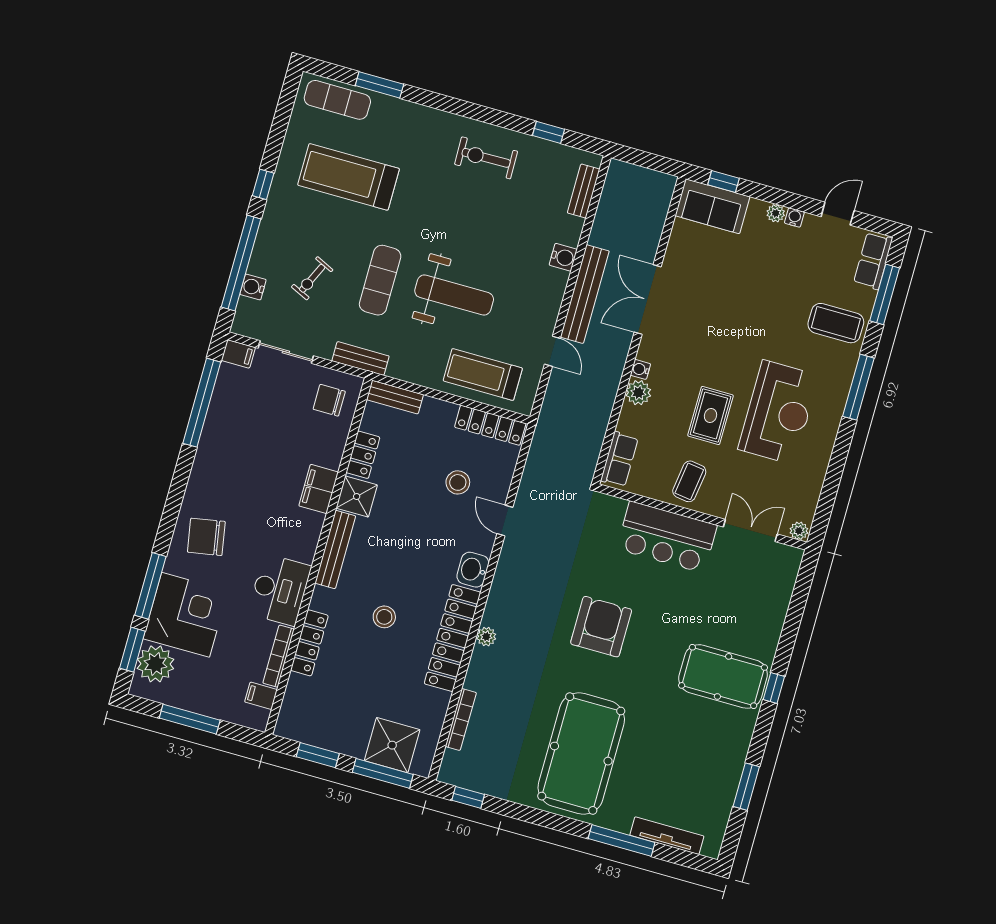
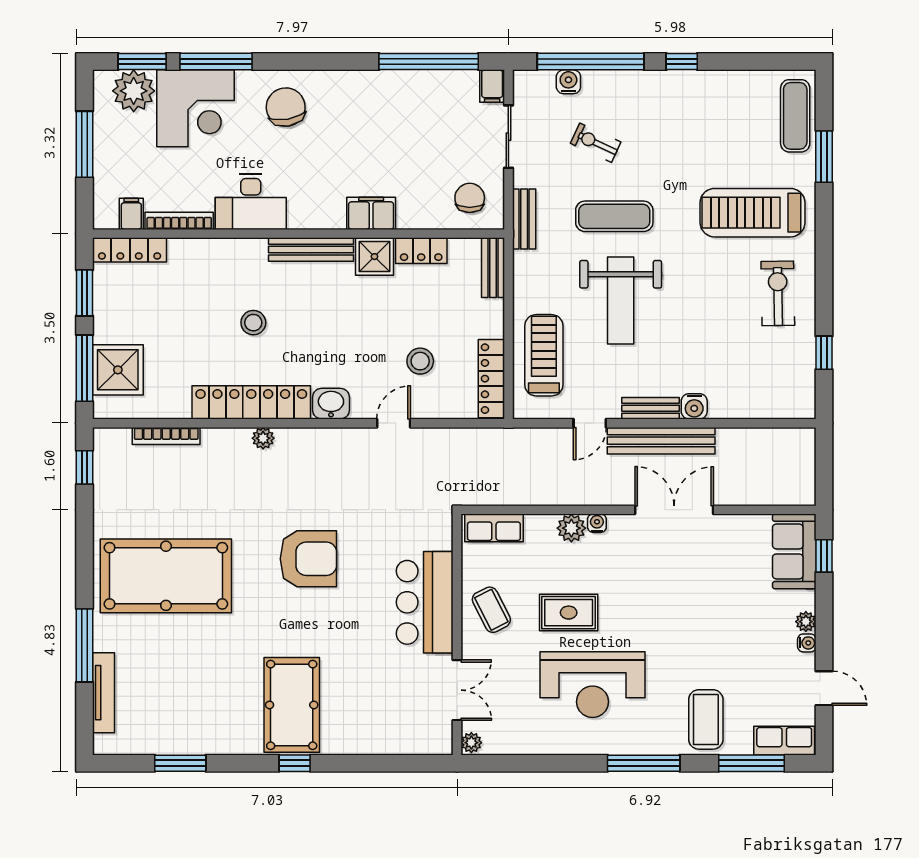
treadmill: (349, 177) -> (753, 213), moved, turned -90
bench: (584, 191) -> (651, 408), moved
coffee table: (689, 481) -> (491, 610), turned 55
locker: (309, 643) -> (130, 250), moved

